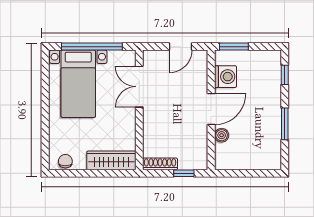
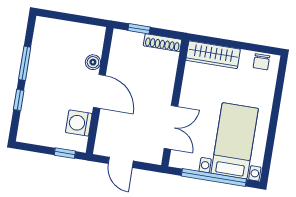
door: (181, 47) -> (121, 162), swing flipped
window: (234, 47) -> (65, 153), width x0.67
window: (285, 75) -> (19, 100), moved
door: (211, 109) -> (99, 91), swing flipped

